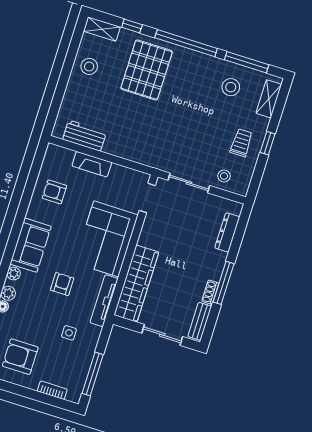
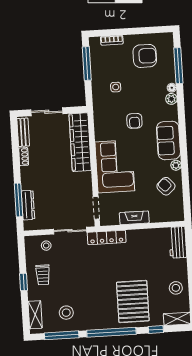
workbench: (85, 136) -> (178, 242), moved, turned 90
locker: (148, 158) -> (107, 237), added
fireplace: (92, 164) -> (134, 218), moved
armchair: (54, 192) -> (166, 186), turned -133
plant: (14, 274) -> (176, 165), moved
window: (224, 283) -> (19, 200), moved
tv unit: (104, 301) -> (99, 121), removed

